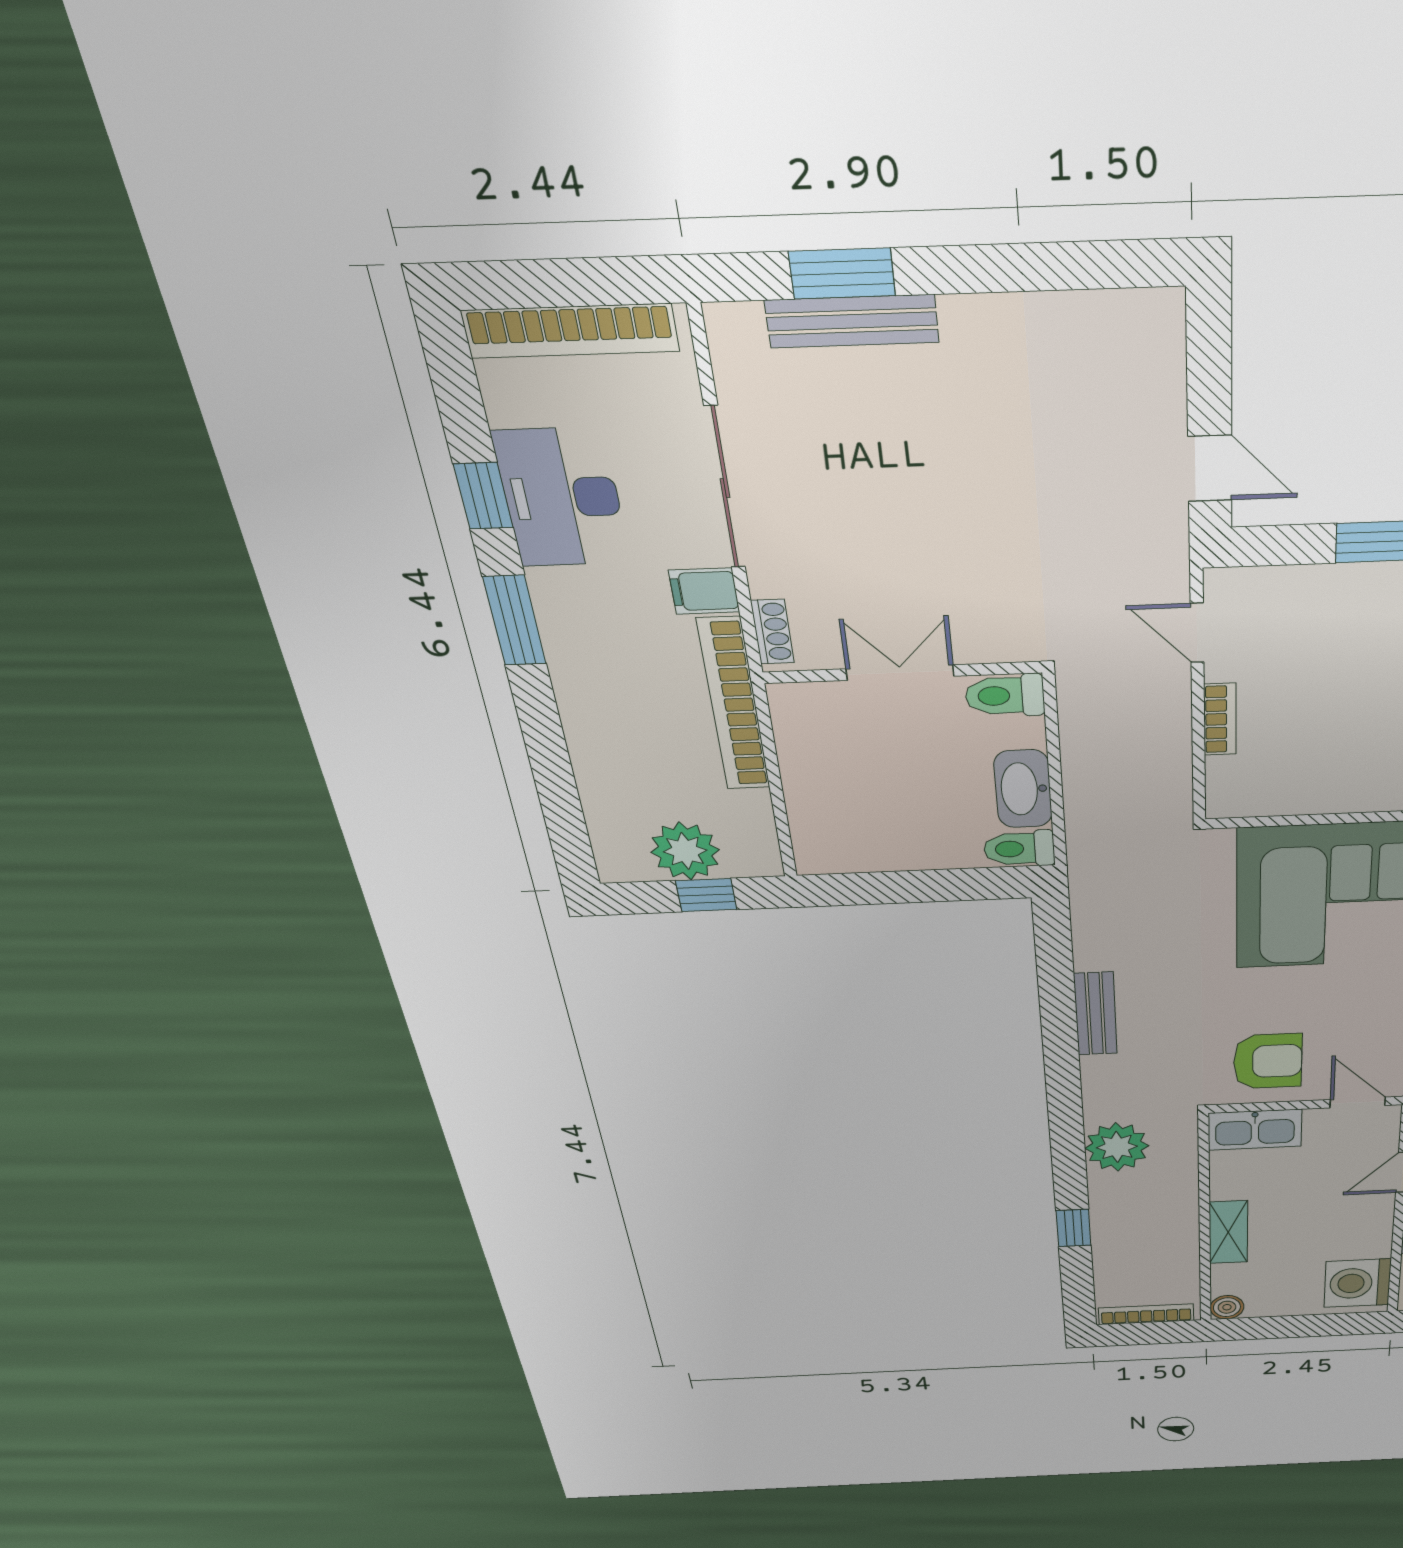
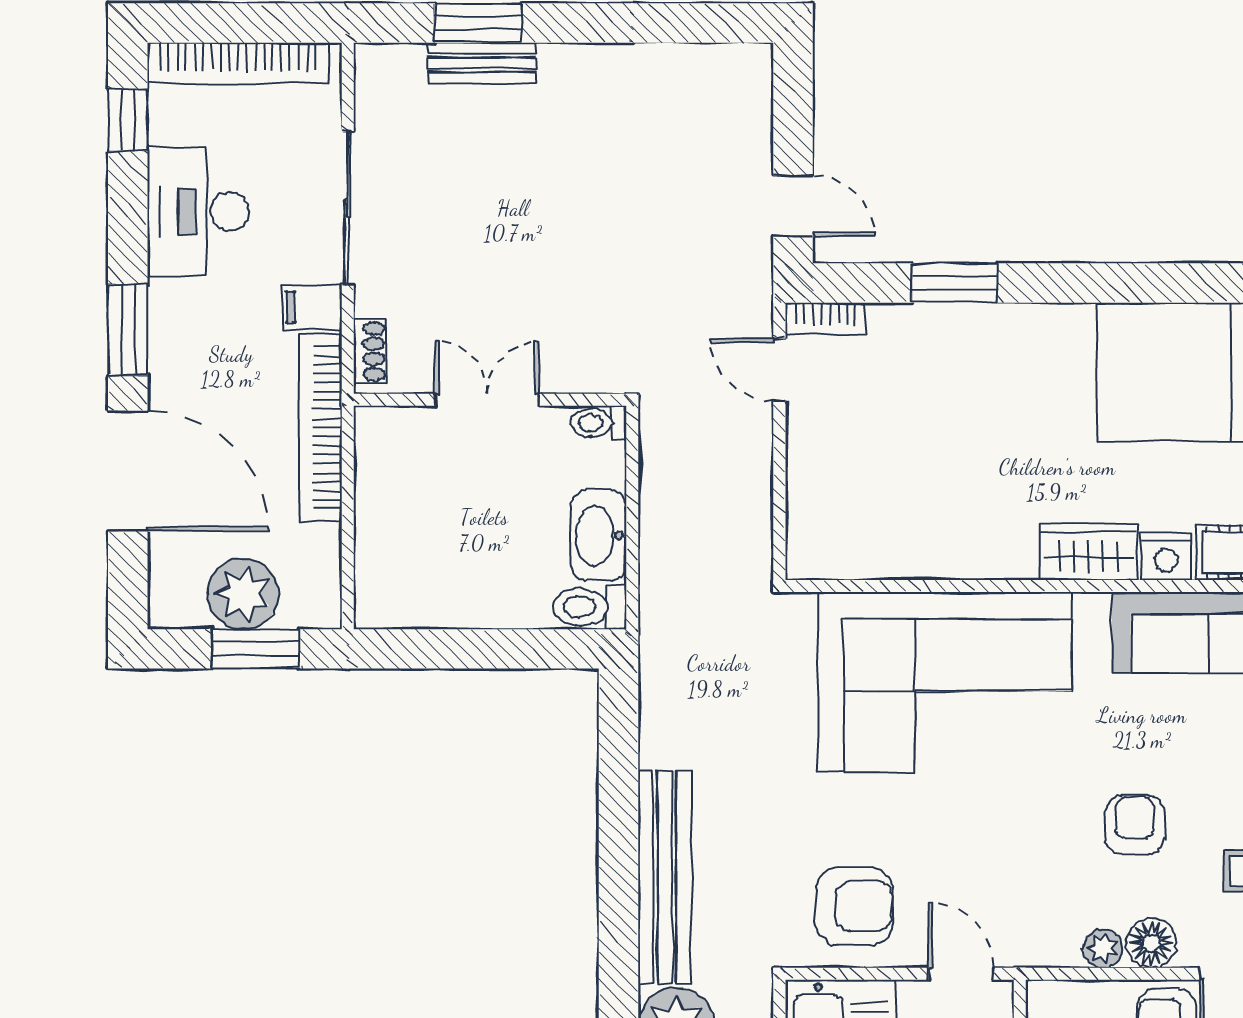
bench: (852, 321) -> (482, 63), width x0.73
window: (483, 496) -> (128, 120), moved
toilet: (1005, 696) -> (598, 423), width x0.73, depth x0.72
bookcase: (1220, 719) -> (825, 319), moved, turned 90
door: (548, 751) -> (128, 471), added
window: (706, 895) -> (256, 649), width x1.50
bench: (1096, 1014) -> (665, 877), width x1.86, depth x1.21

